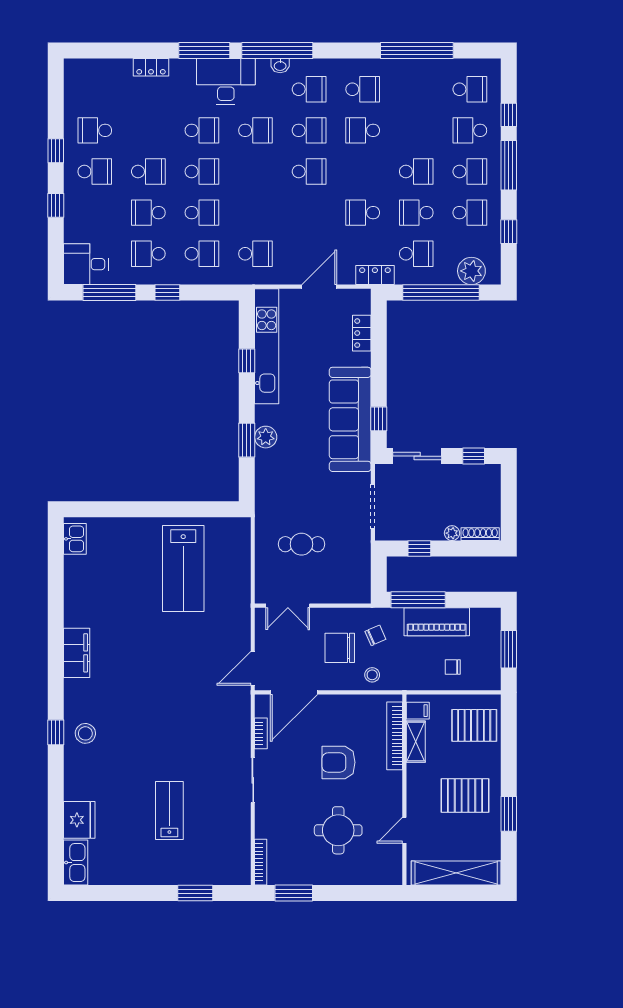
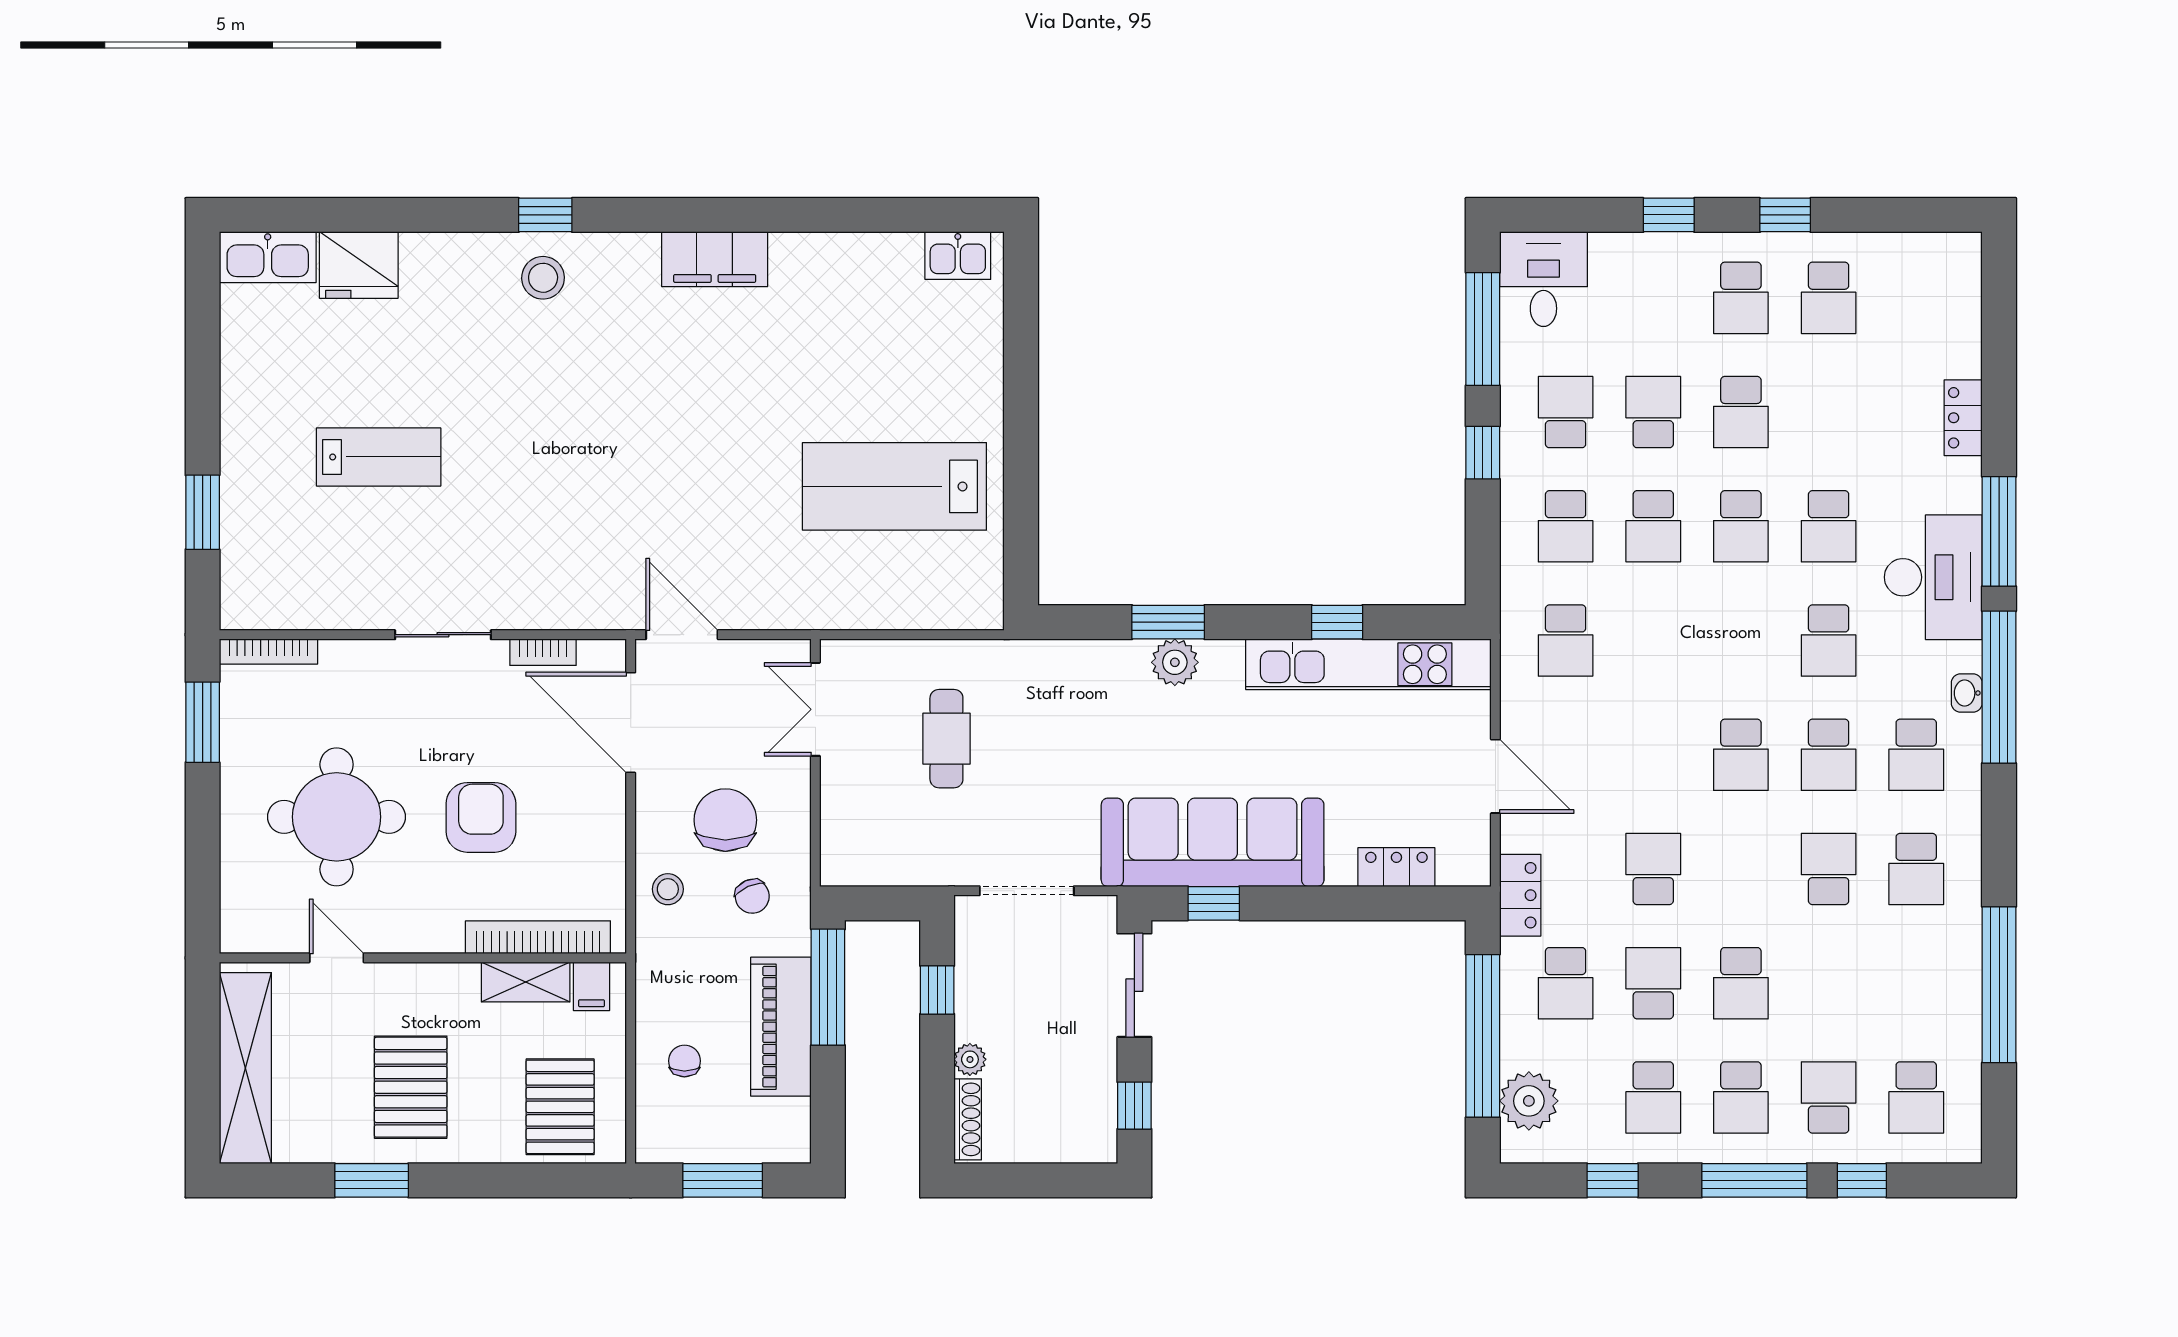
school desk: (95, 130) -> (1829, 298), turned 180
round table: (338, 830) -> (337, 817), width x1.36, depth x1.36

